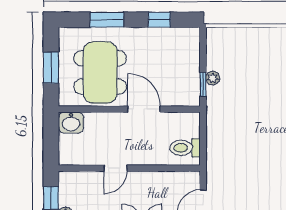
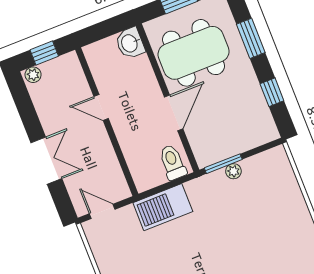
window: (203, 84) -> (223, 164), width x1.50
toilet: (185, 148) -> (173, 162), moved
barbecue: (219, 149) -> (163, 207), added

